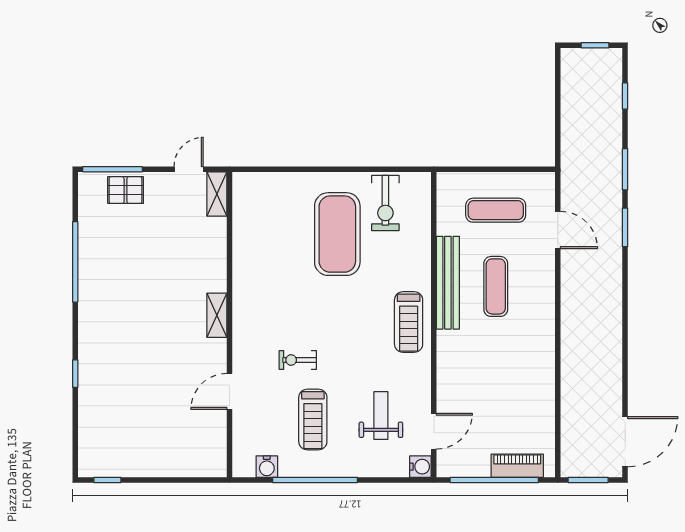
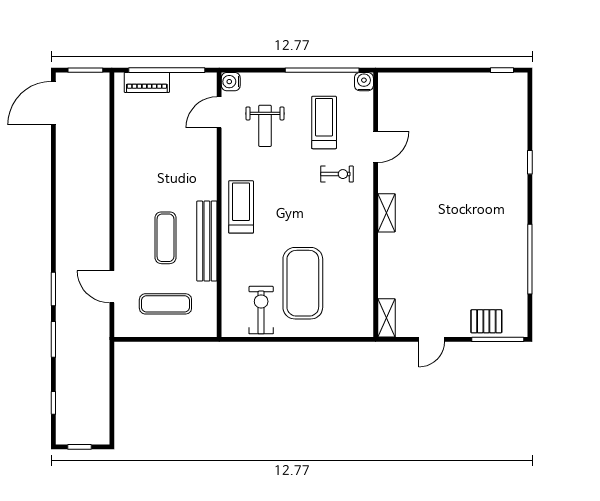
shelving: (217, 194) -> (386, 318), moved
shelving: (217, 315) -> (386, 213), moved
wall: (229, 325) -> (376, 205), moved
door: (229, 391) -> (376, 147), moved

